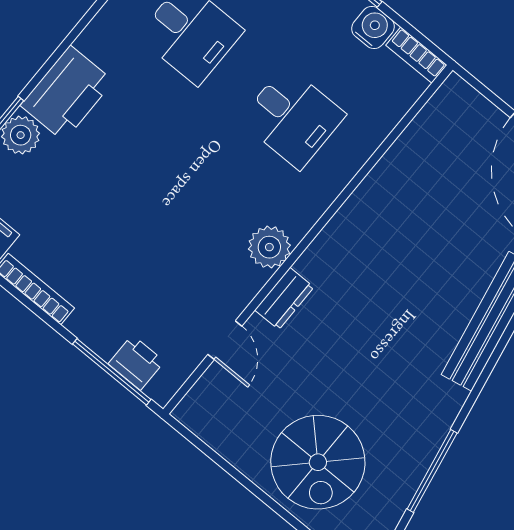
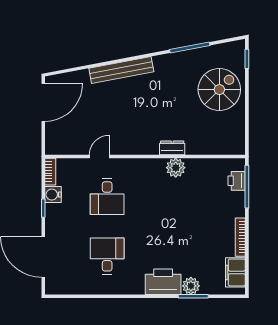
desk: (293, 117) -> (107, 197), turned 180
plant: (269, 247) -> (176, 168), moved
door: (225, 340) -> (99, 157), moved

